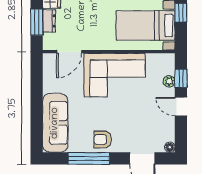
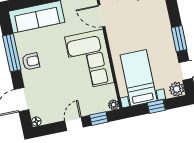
plant: (169, 81) -> (114, 105), moved
armchair: (103, 139) -> (31, 61), turned 90

